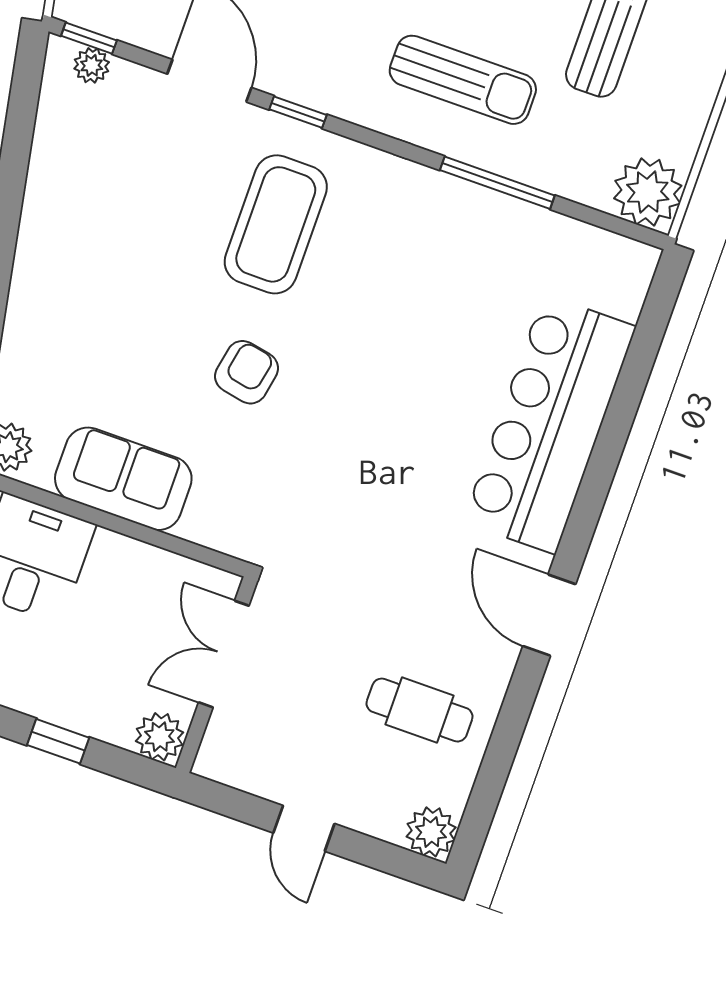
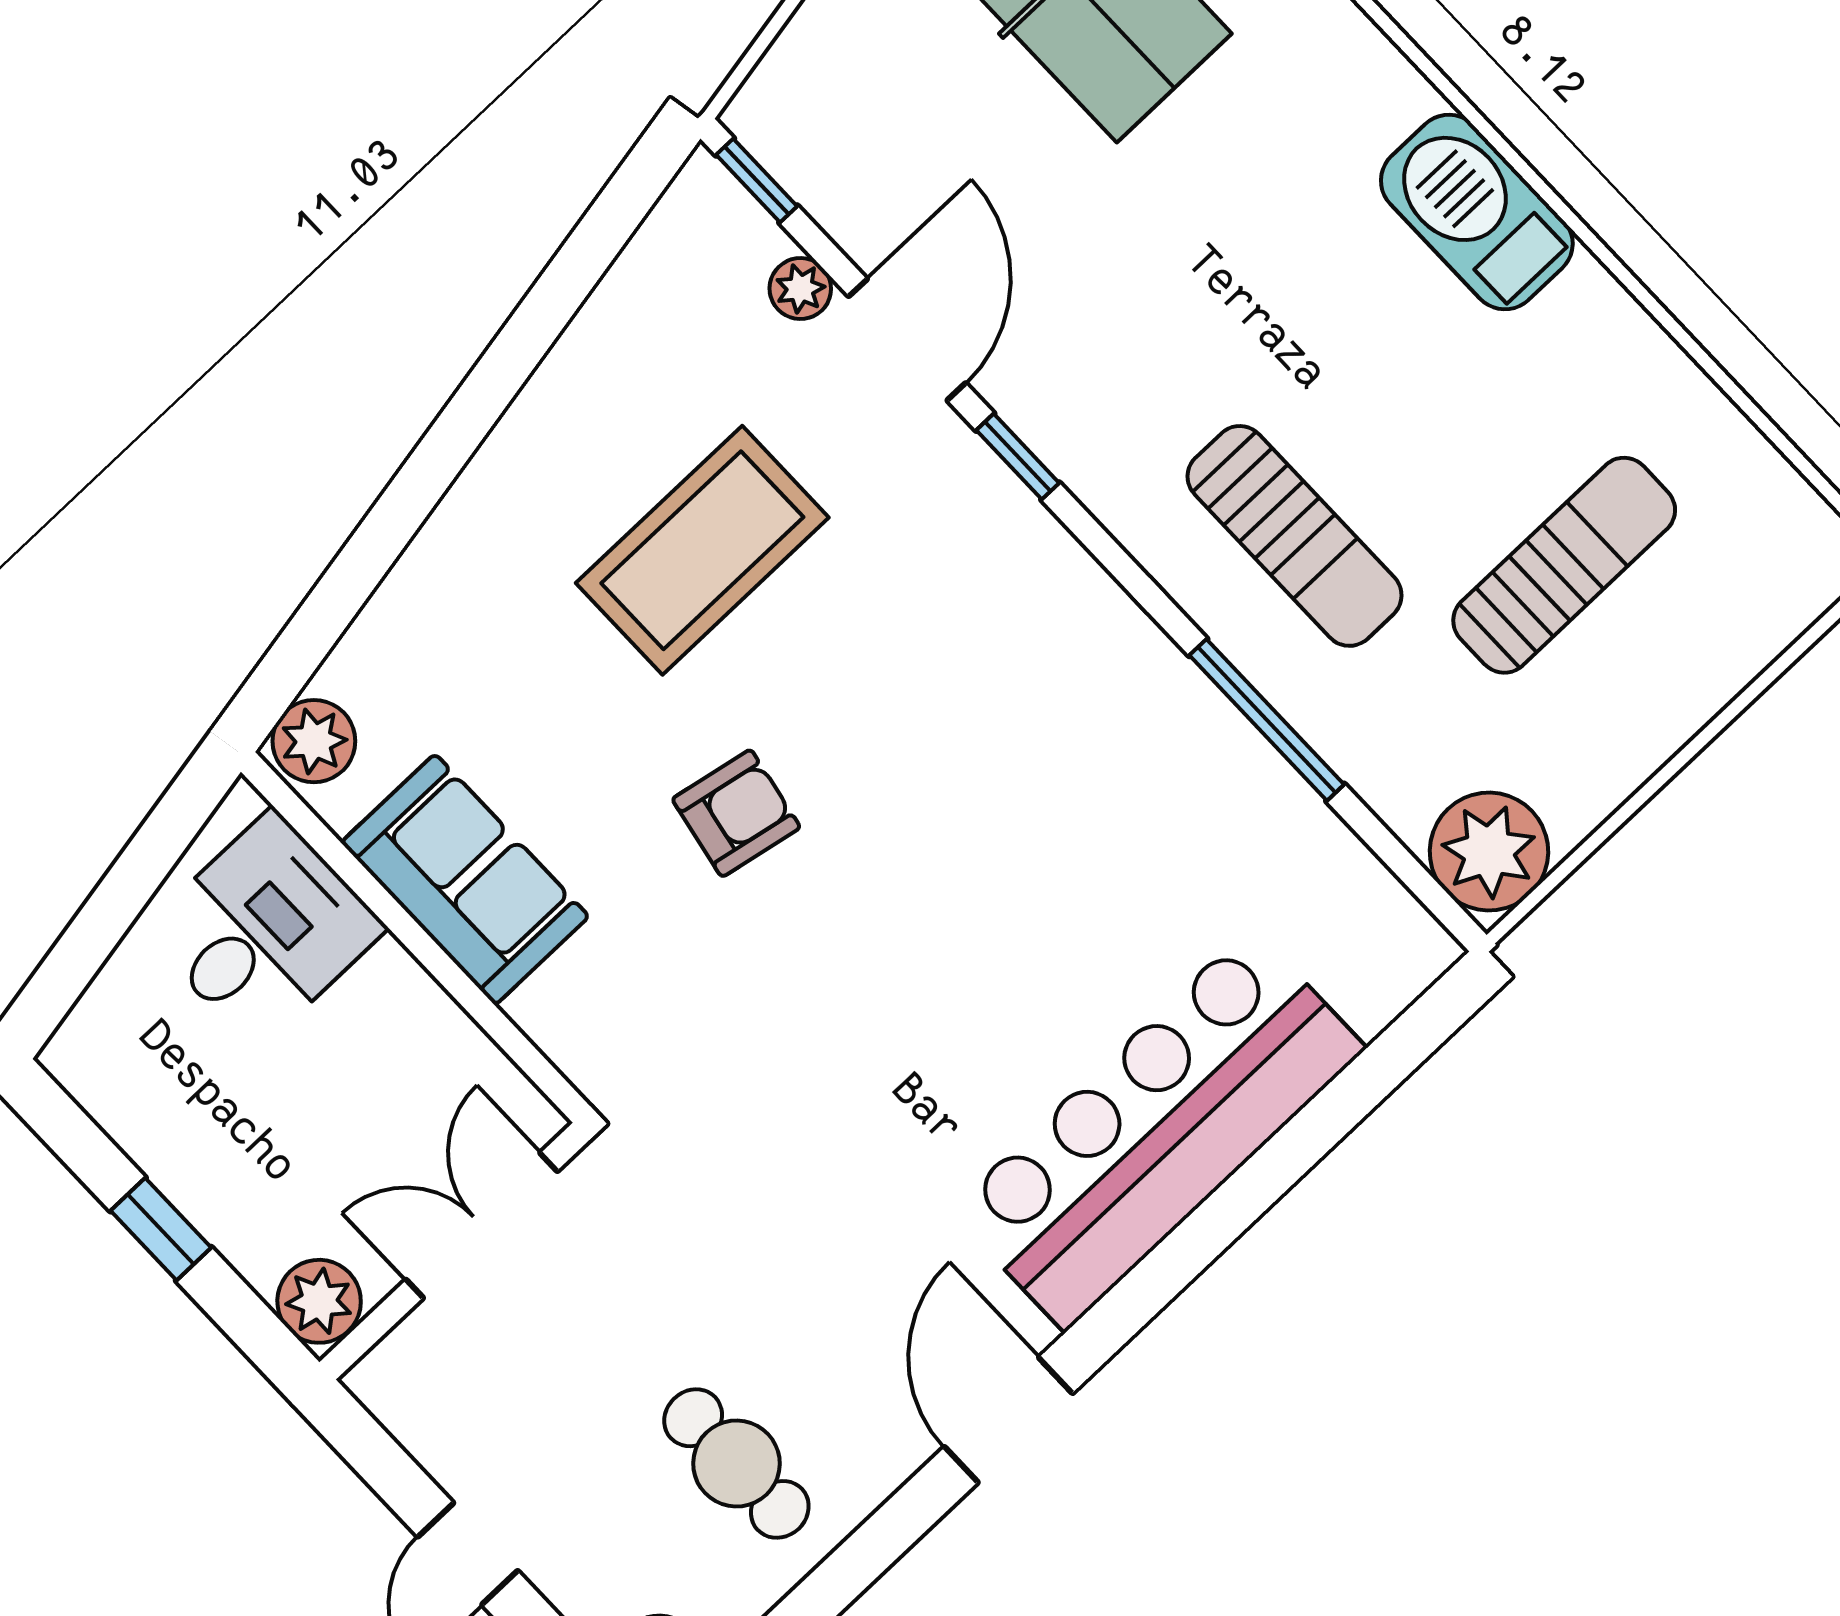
plant: (92, 65) -> (800, 289), moved
coffee table: (276, 224) -> (702, 550), moved

